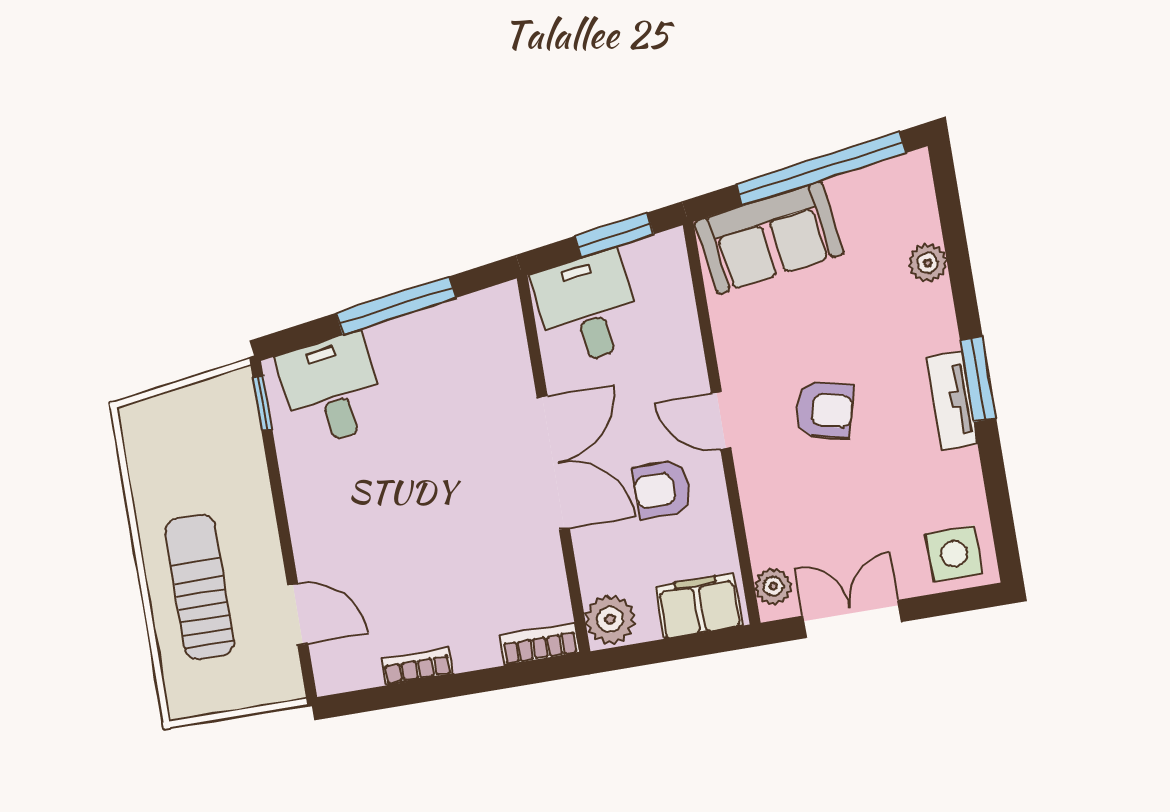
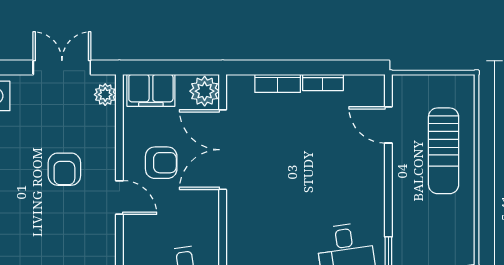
armchair: (825, 410) -> (64, 169), moved, turned -104
double door: (553, 463) -> (223, 150), moved
double door: (852, 619) -> (62, 67), swing flipped
bookcase: (539, 644) -> (278, 83), moved

